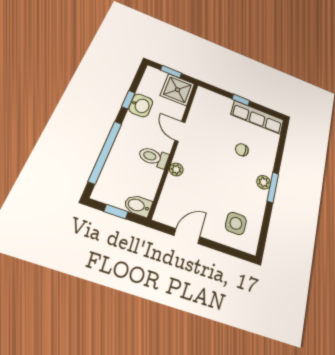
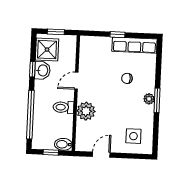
shower: (177, 90) -> (47, 50), moved
door: (180, 131) -> (76, 81), hinge flipped
plant: (176, 169) -> (86, 111), width x1.87, depth x1.87

